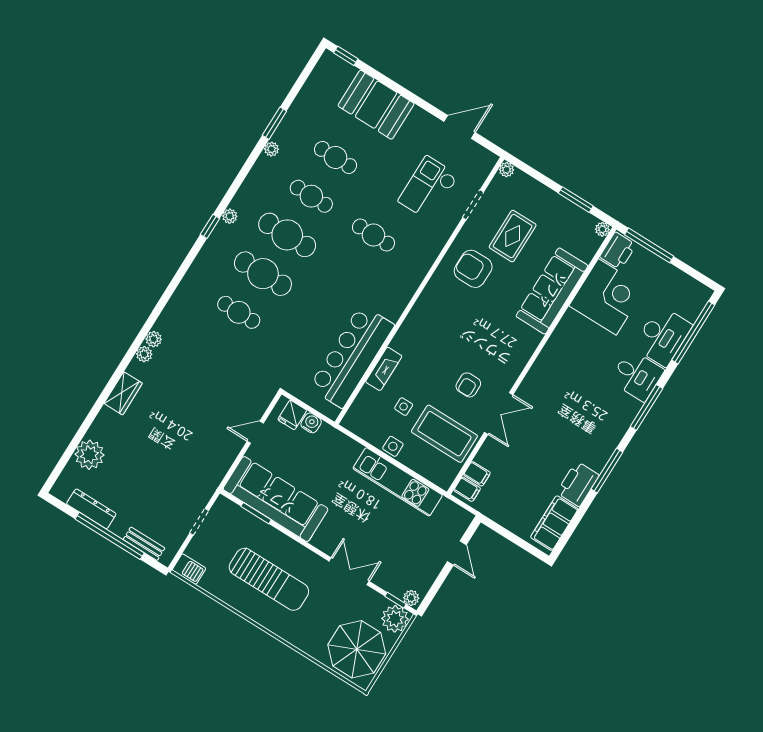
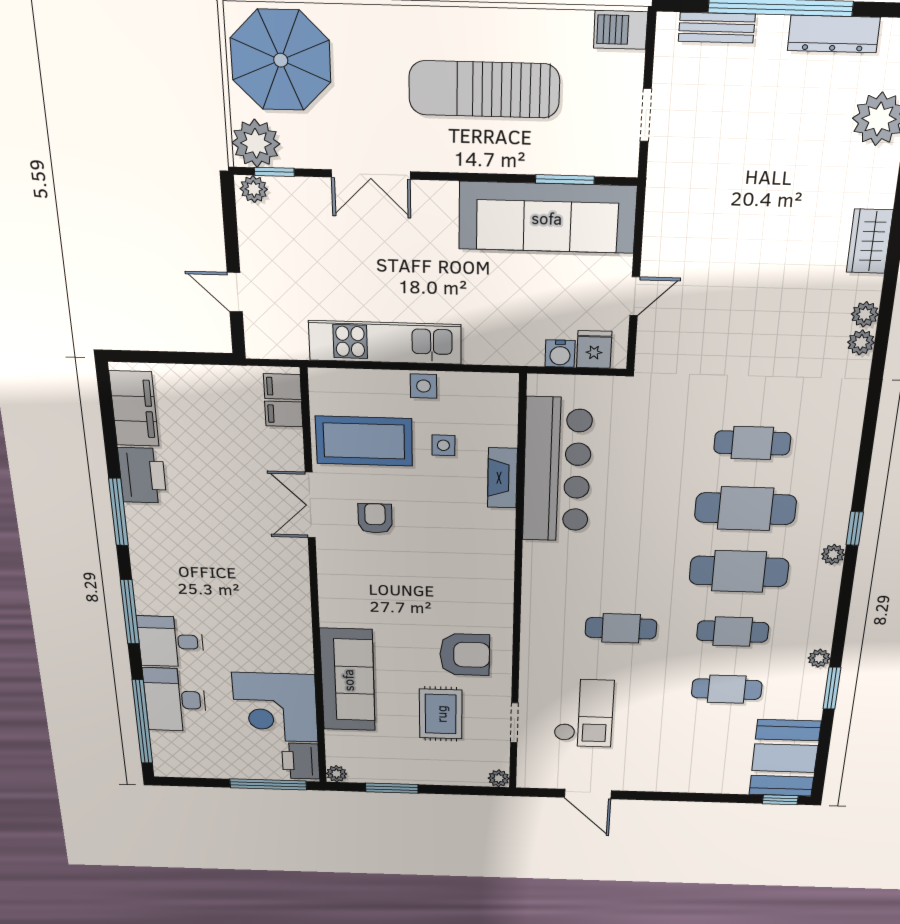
booth: (376, 105) -> (785, 758), moved, turned 90
door: (460, 127) -> (588, 794), hinge flipped

